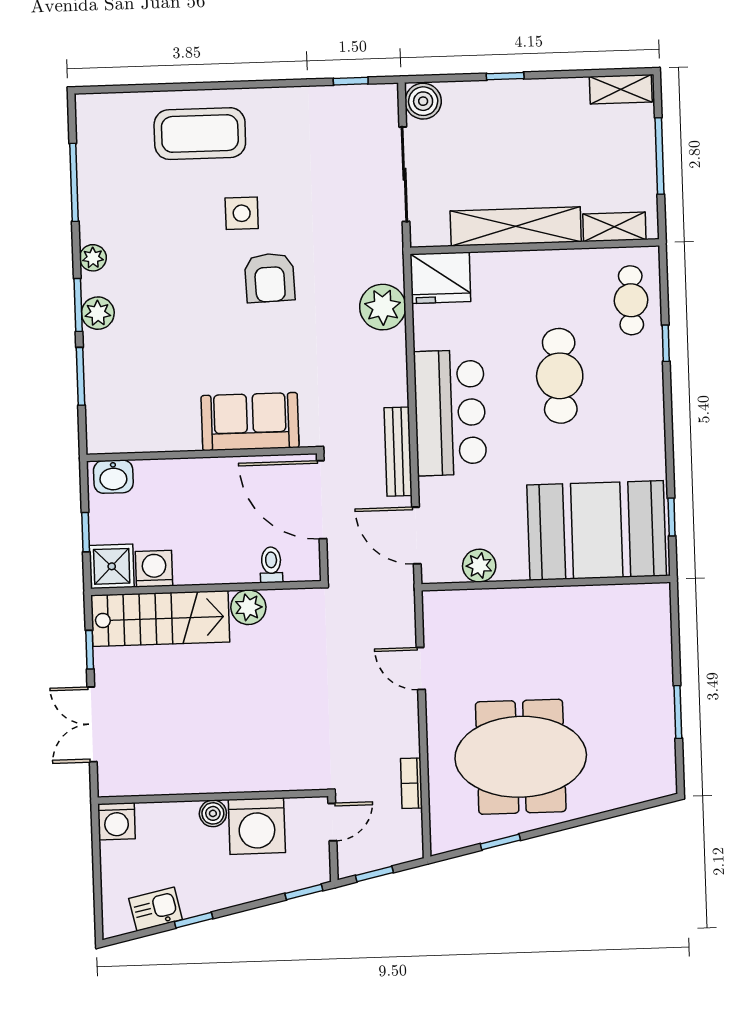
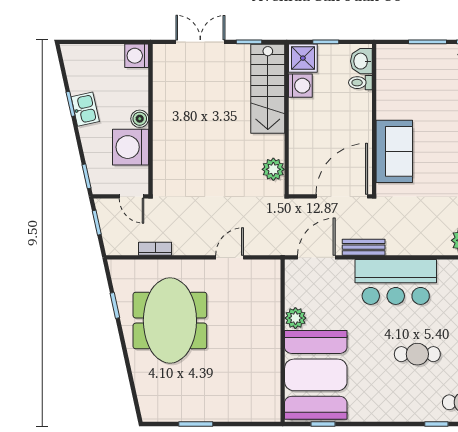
cafe table: (560, 376) -> (417, 354), width x0.73, depth x0.74
bench: (398, 452) -> (364, 247), width x0.73
toilet: (271, 565) -> (360, 83), moved, turned 180
plant: (479, 566) -> (295, 318), moved
plant: (248, 607) -> (273, 169), moved
kitchen sink: (156, 909) -> (85, 109), moved

